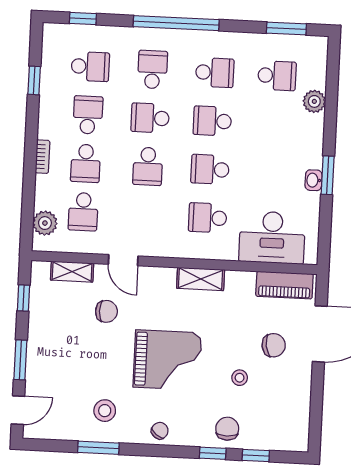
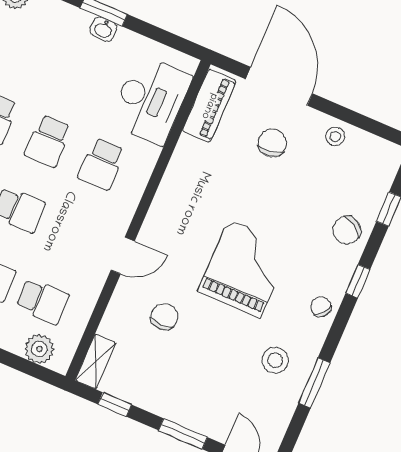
door: (123, 260) -> (123, 256), moved
shelving: (72, 272) -> (96, 361), moved
shelving: (201, 279) -> (167, 197), removed
stool: (240, 378) -> (335, 136), moved
chair: (227, 429) -> (347, 230), turned -56
window: (213, 453) -> (358, 281), moved

